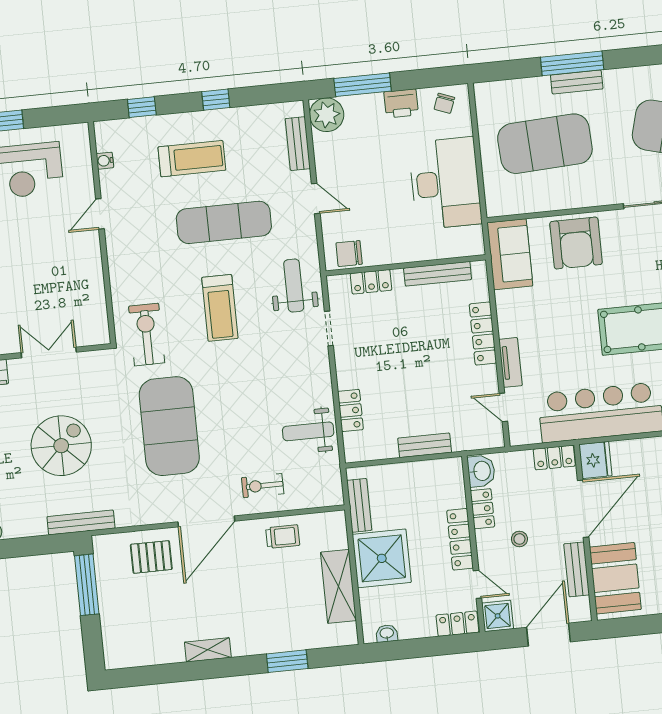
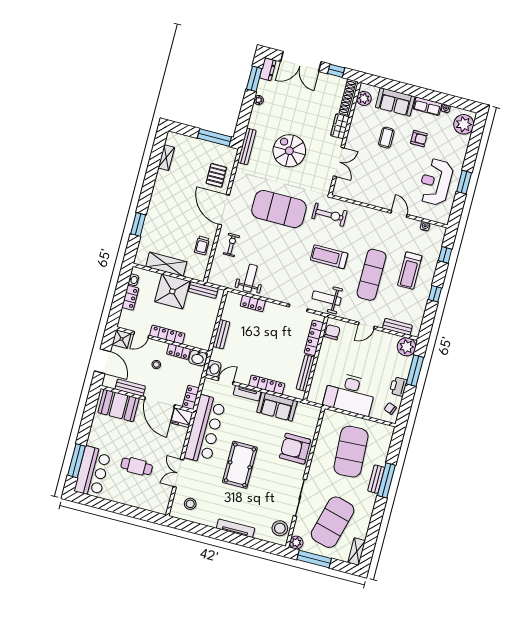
sofa: (510, 254) -> (277, 407), moved
locker: (371, 282) -> (314, 338), width x1.53
weight bench: (294, 286) -> (327, 298), turned 180
washbasin: (490, 436) -> (214, 369), added
spiral stairs: (61, 446) -> (289, 151), turned 180
locker: (457, 624) -> (130, 298), moved
shelving: (208, 650) -> (166, 158), moved

